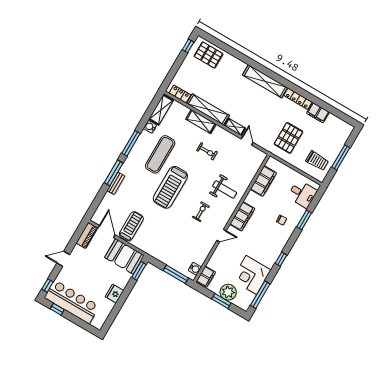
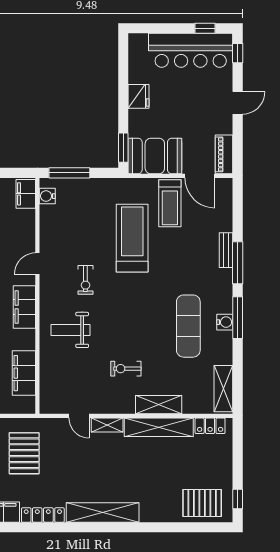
water cooler: (150, 127) -> (225, 322), moved
treadmill: (170, 187) -> (132, 238), moved

